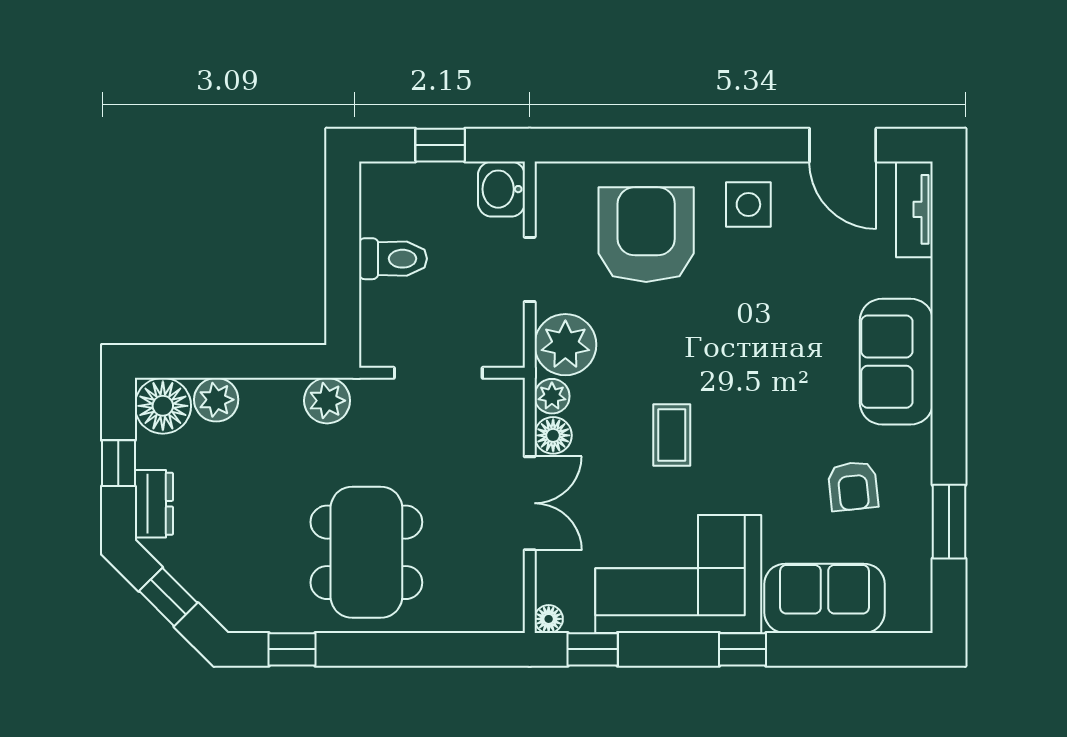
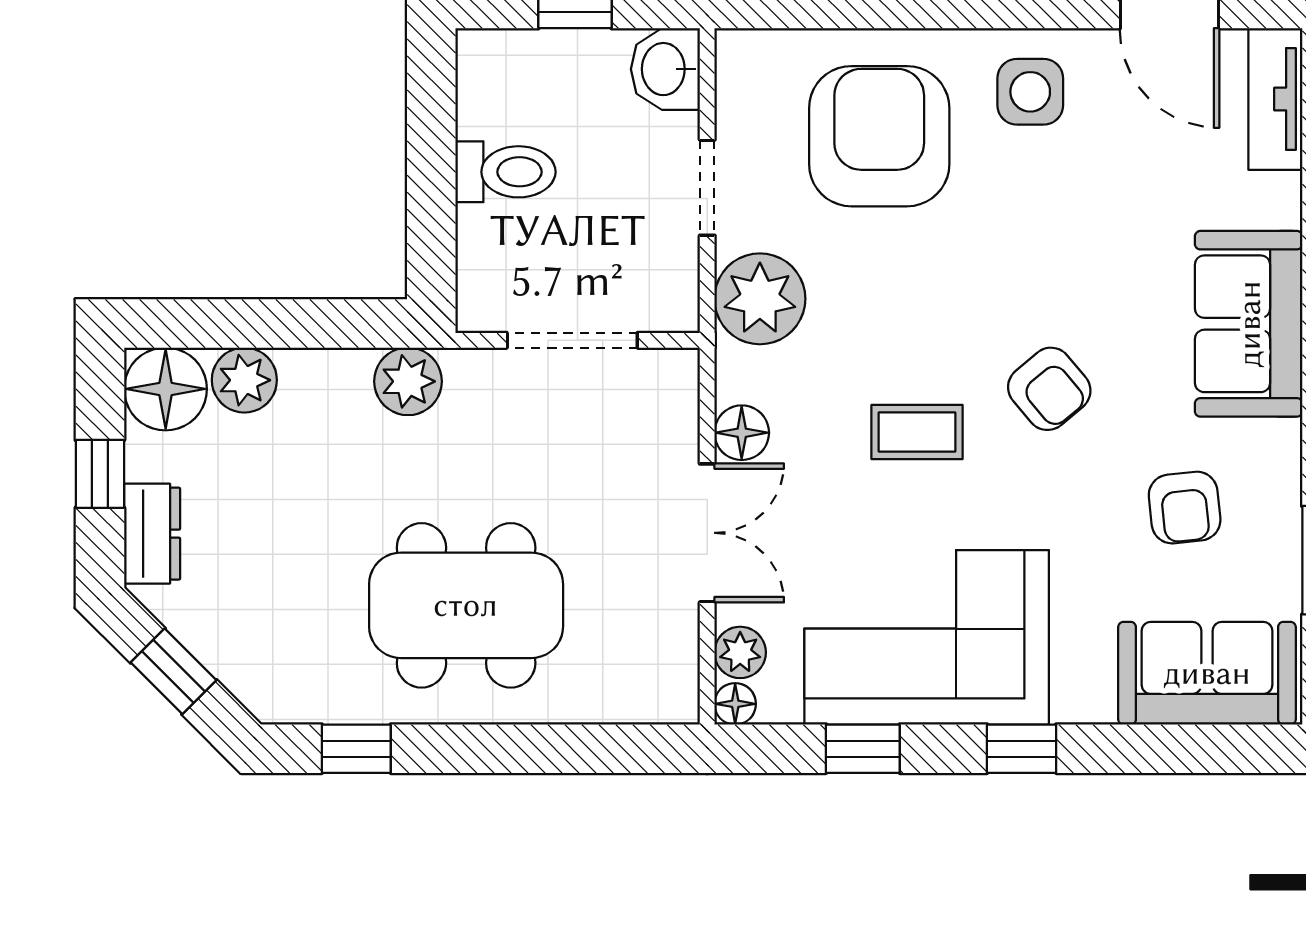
plant: (552, 396) -> (740, 652), moved
armchair: (761, 406) -> (1049, 389), added
coffee table: (672, 435) -> (917, 432), turned 90
dining table: (366, 552) -> (466, 605), turned 90
sofa: (825, 598) -> (1207, 673), moved
window: (593, 649) -> (863, 749), moved

